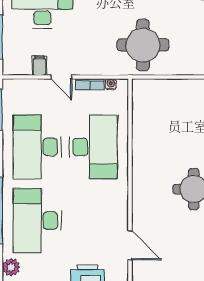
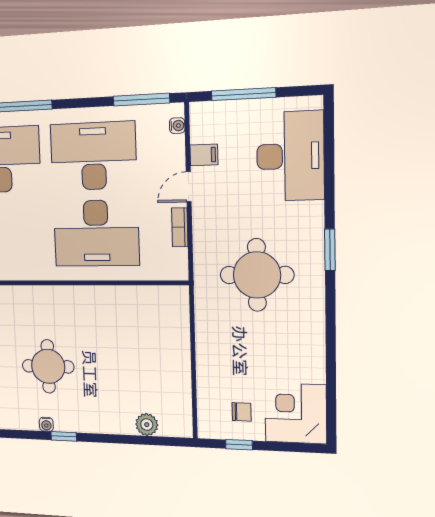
round table: (143, 45) -> (257, 275), moved
water cooler: (111, 84) -> (177, 126), moved

